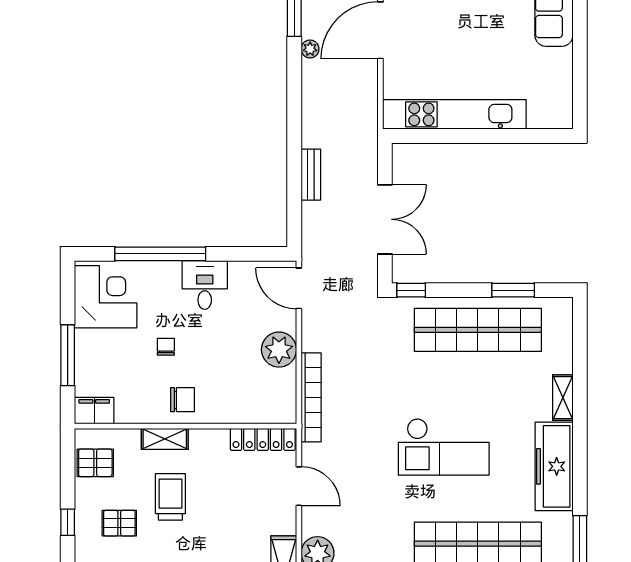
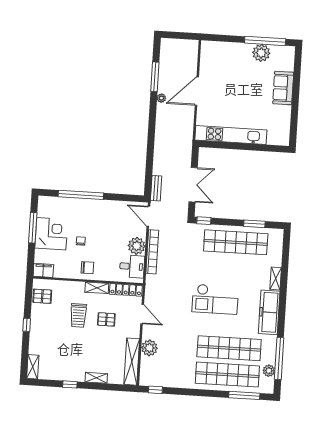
bench: (311, 175) -> (156, 188), moved
desk: (205, 285) -> (132, 266), moved, turned 90
corner desk: (106, 297) -> (51, 234), moved
window: (68, 355) -> (33, 228), moved
bookcase: (311, 397) -> (152, 252), moved
shelving: (165, 439) -> (97, 288), moved
trolley: (170, 497) -> (78, 315), turned 180
pallet: (119, 523) -> (106, 319), moved

